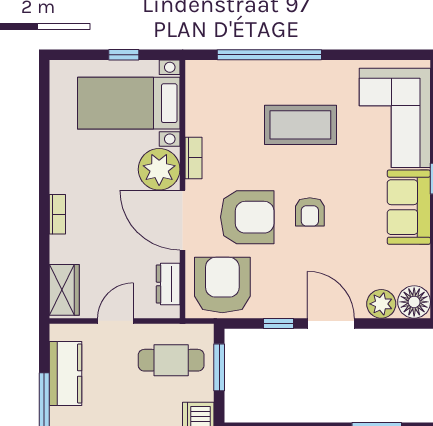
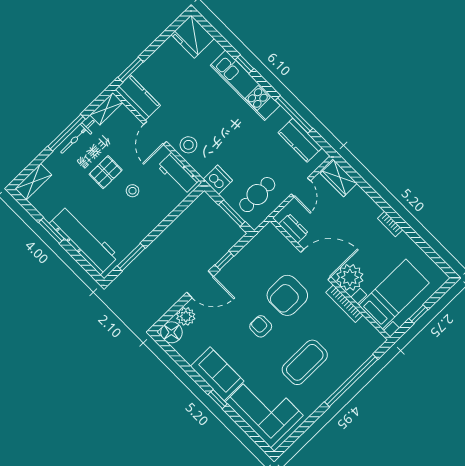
bookcase: (193, 158) -> (344, 304), width x1.56
bookcase: (57, 214) -> (390, 224), moved
armchair: (222, 285) -> (268, 253), removed

